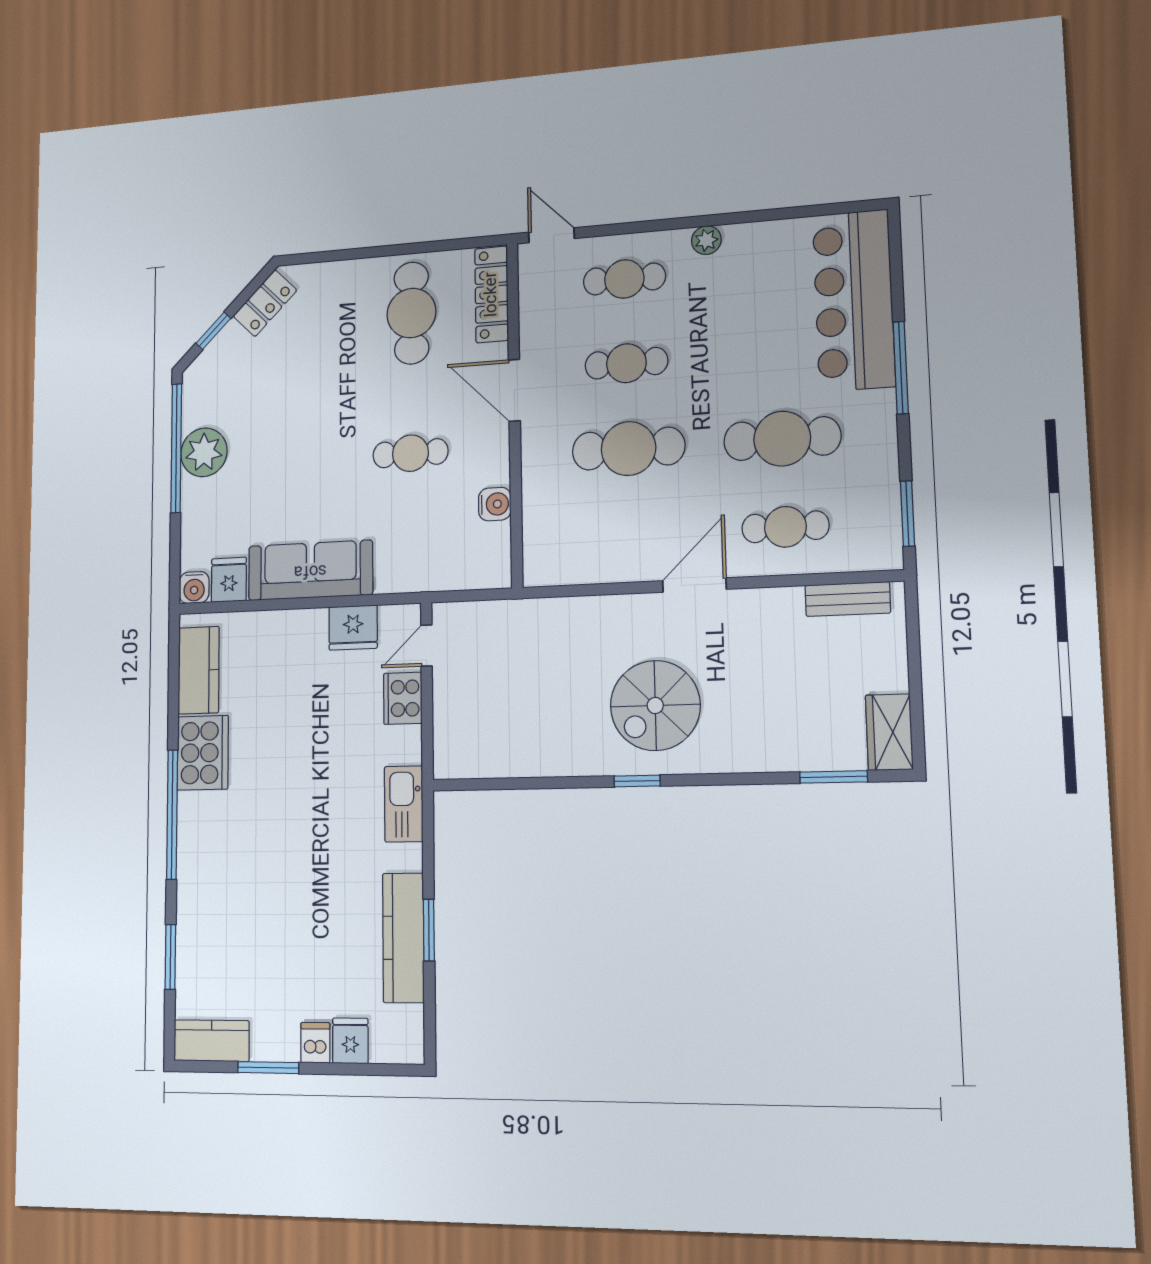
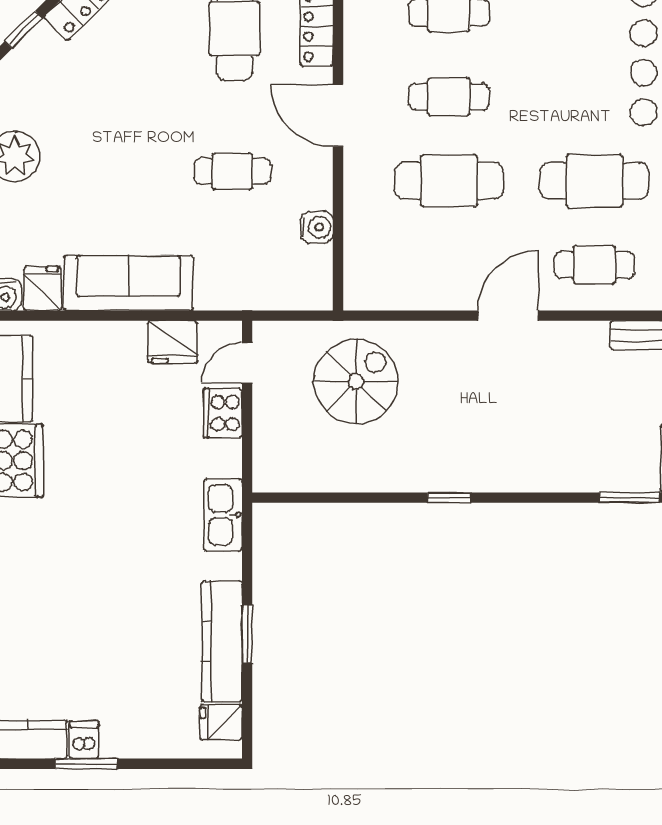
spiral stairs: (655, 705) -> (356, 382), moved, turned 180
fridge: (350, 1041) -> (221, 722), moved, turned -90
dishwasher: (315, 1043) -> (84, 740), moved

